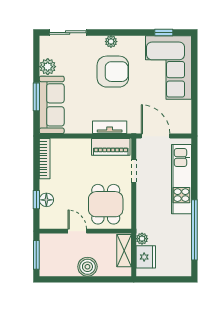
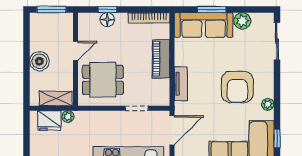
plant: (111, 42) -> (268, 104), moved
piano: (111, 147) -> (161, 59), moved

